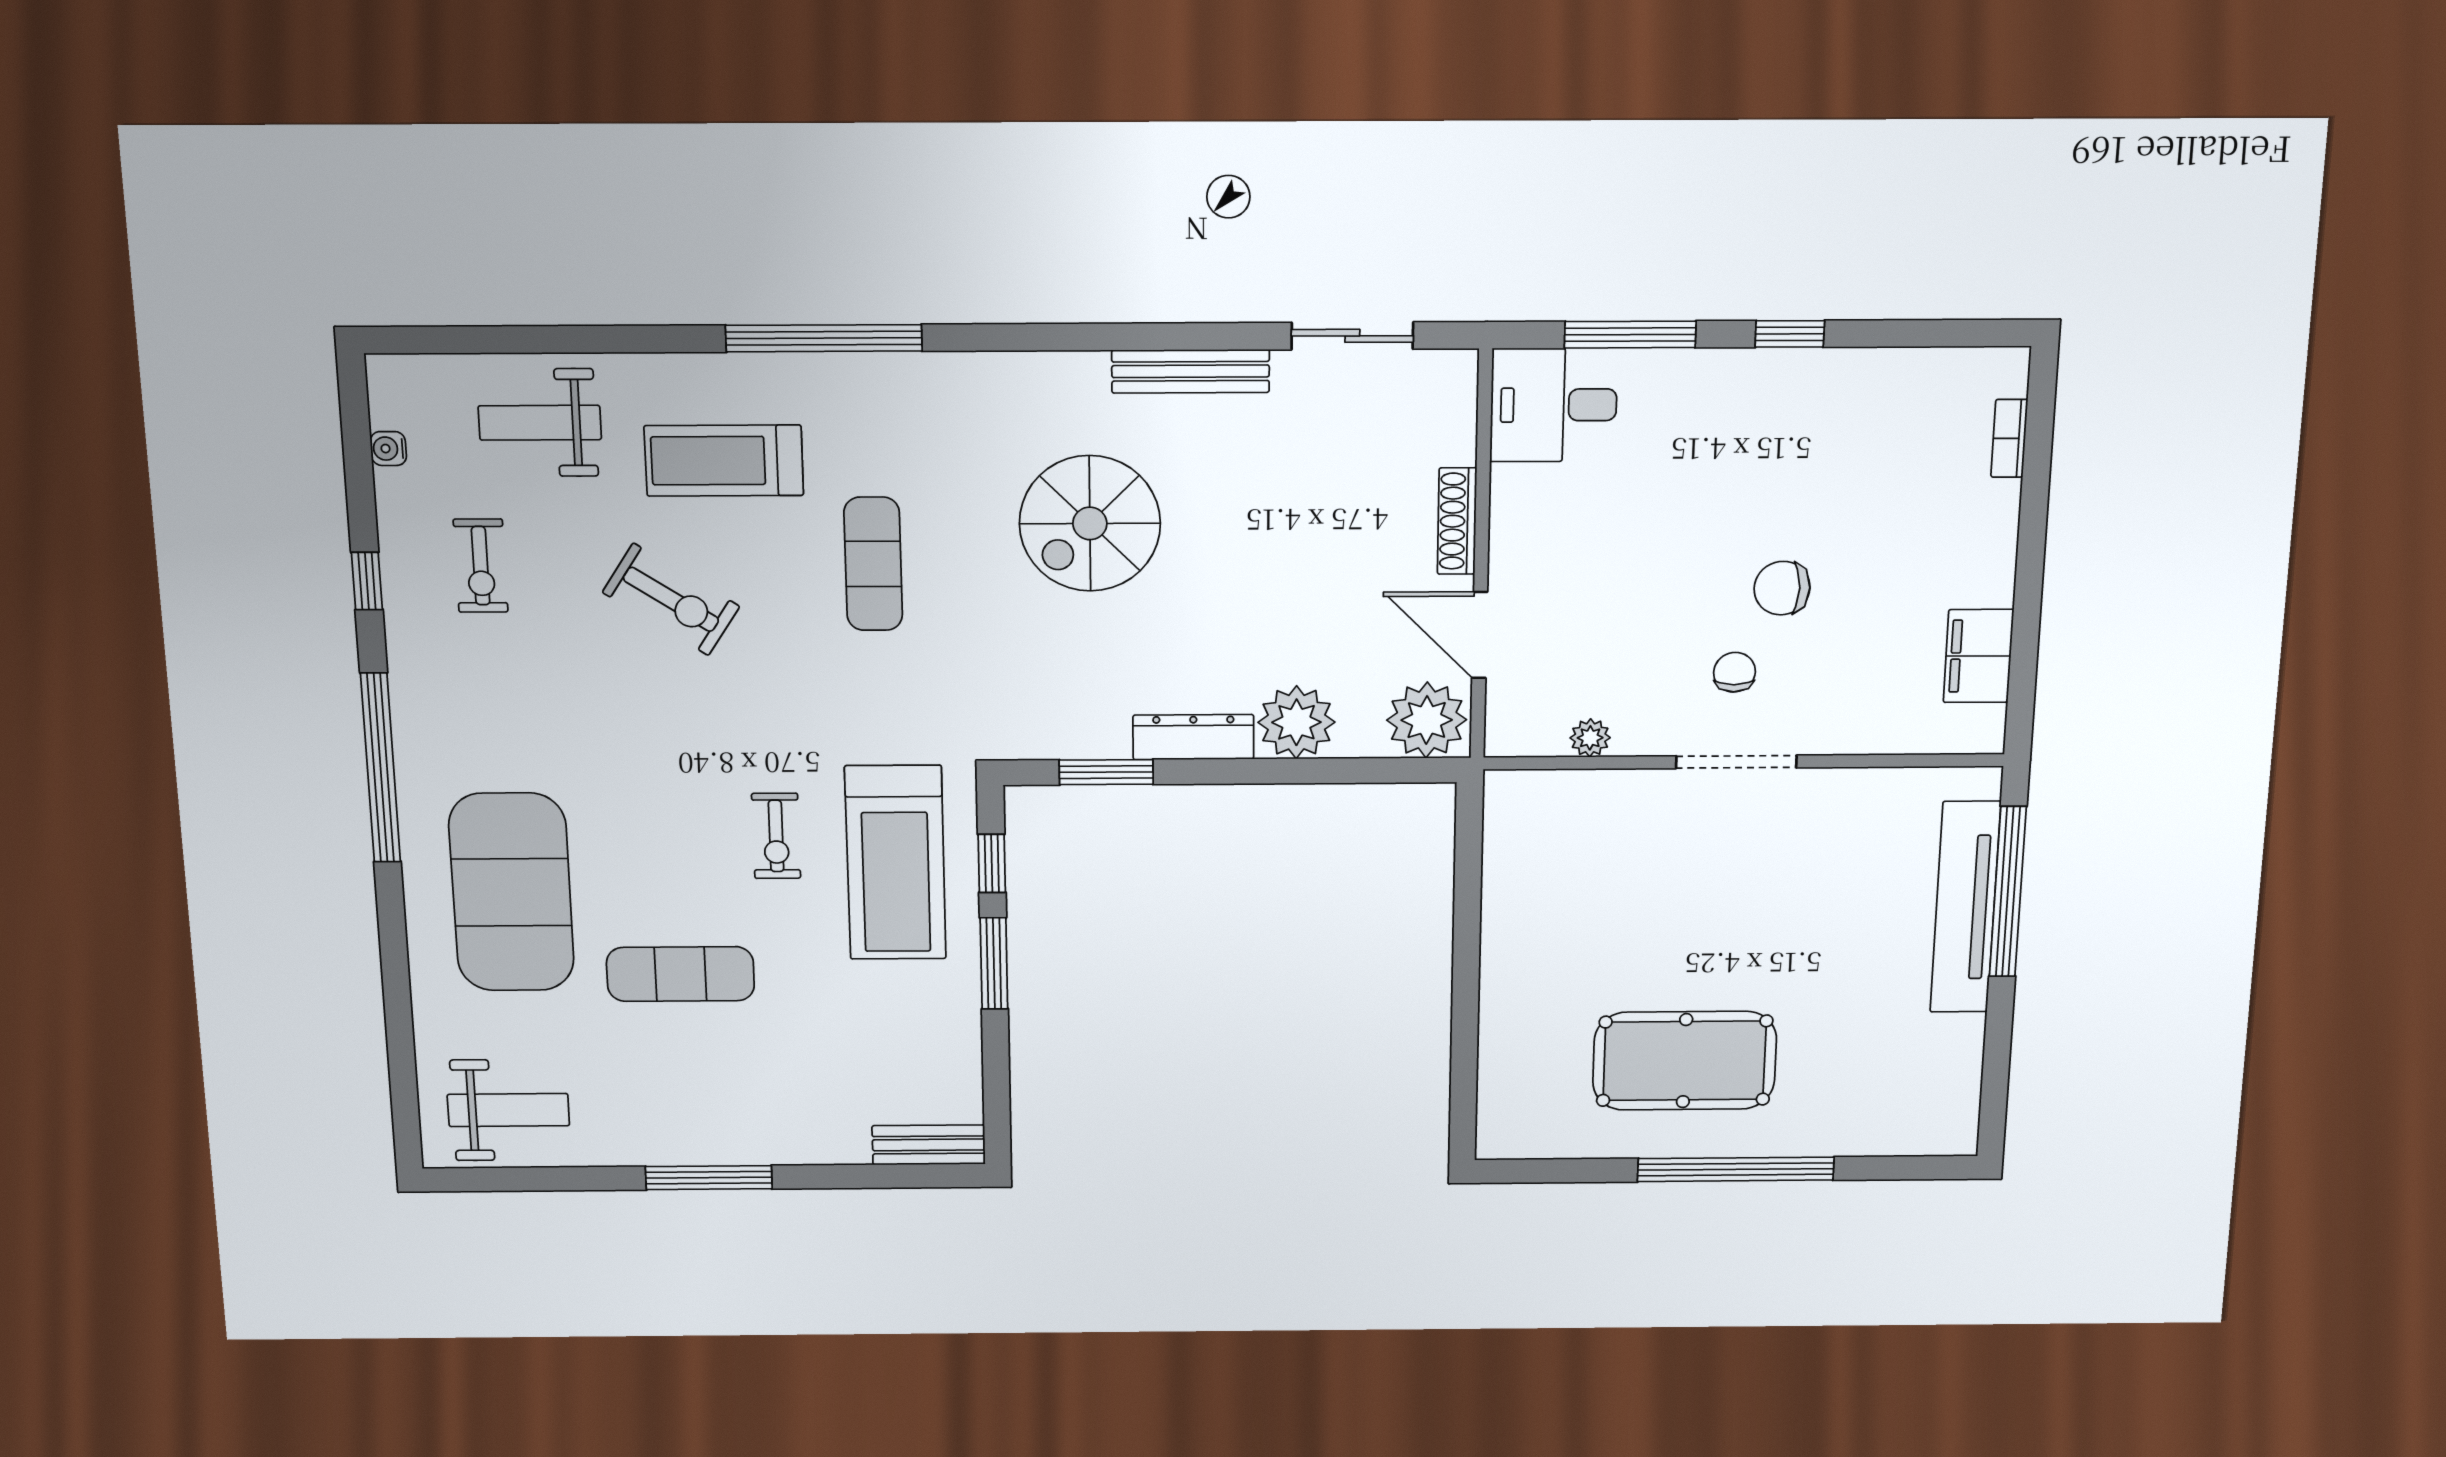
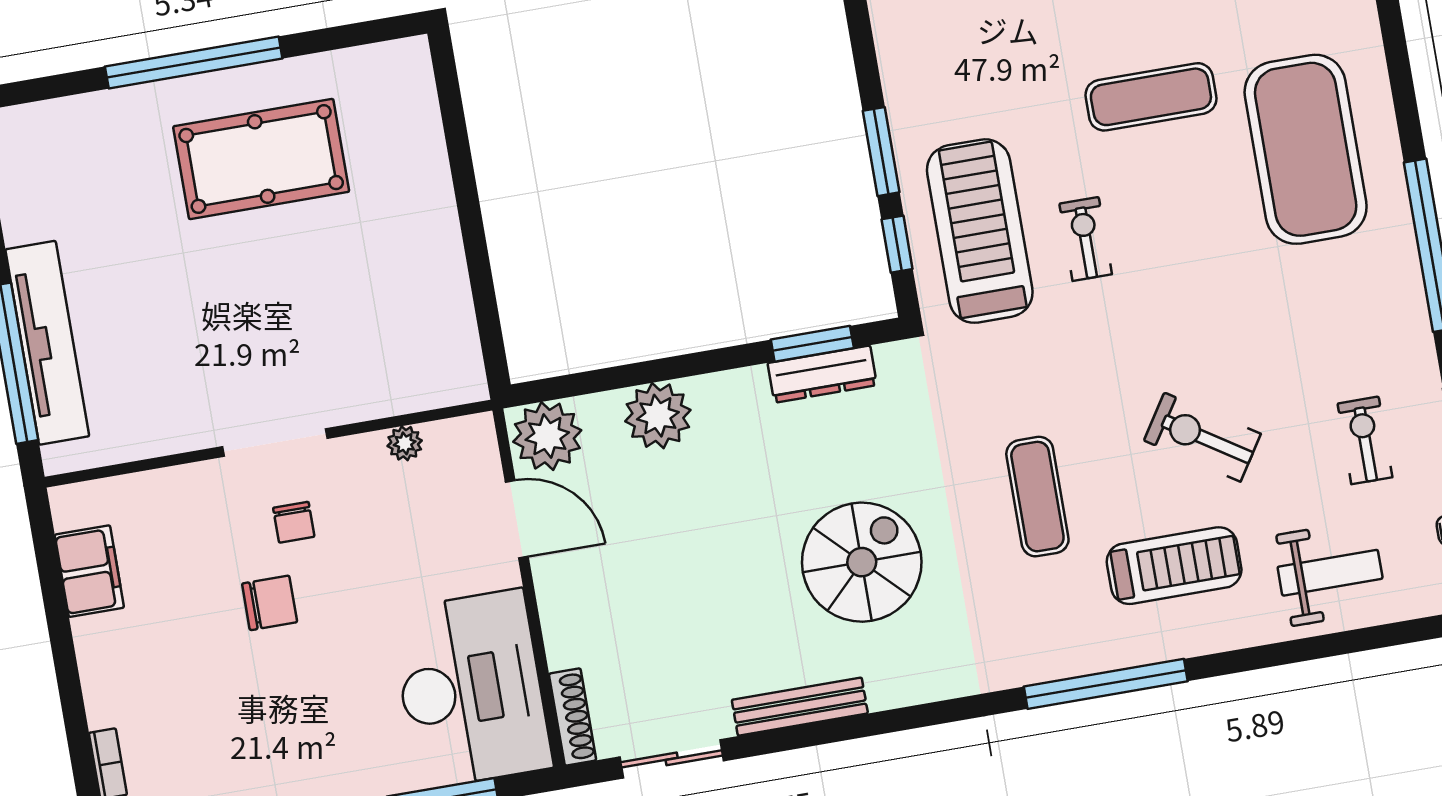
desk: (1554, 405) -> (471, 689), width x1.87, depth x1.30
shoe rack: (1457, 521) -> (573, 717), moved
dresser: (1193, 737) -> (822, 374), moved

